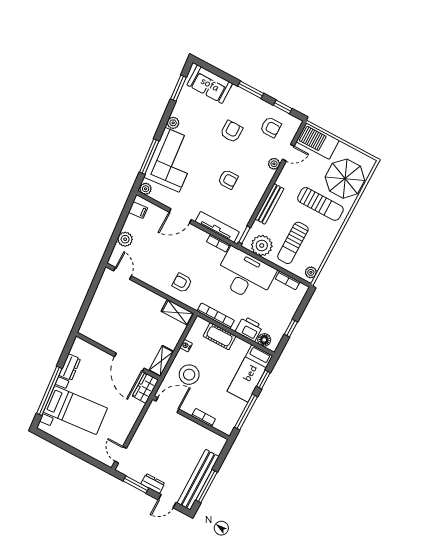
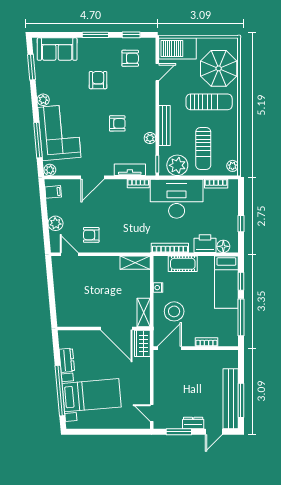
plant: (274, 164) -> (150, 138), moved
tv unit: (217, 227) -> (130, 170), width x0.71
armchair: (182, 283) -> (91, 235), moved

